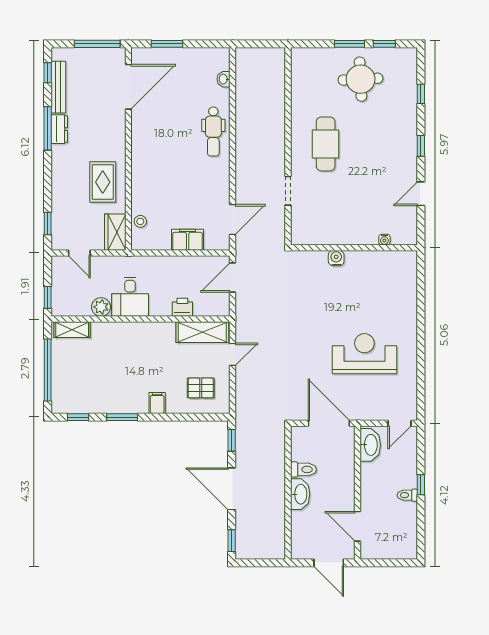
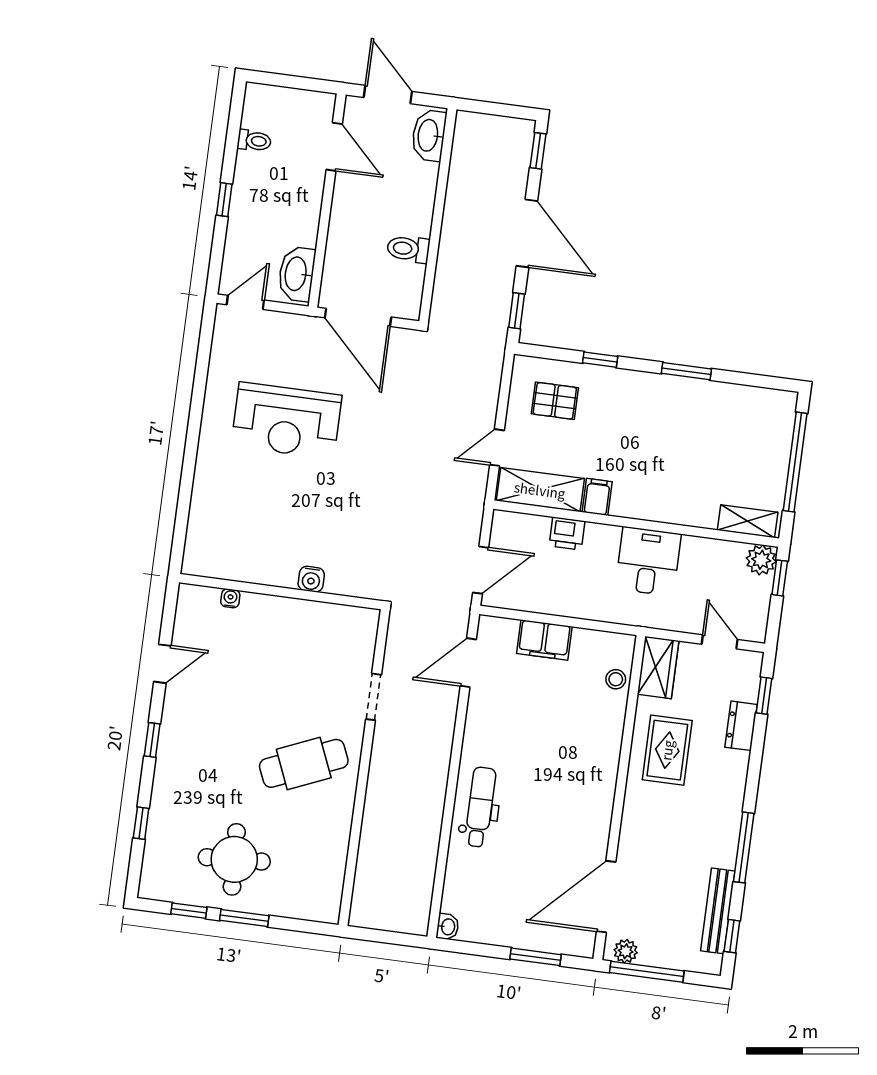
plant: (112, 55) -> (626, 951), added
washbasin: (224, 79) -> (448, 927), moved
dresser: (59, 129) -> (741, 726), moved
cafe table: (326, 144) -> (304, 763), turned 67
plant: (101, 307) -> (761, 560), moved
filing cabinet: (157, 403) -> (597, 497), moved, turned 180
window: (78, 417) -> (600, 360), moved
washbasin: (300, 494) -> (429, 135), moved
toilet: (407, 495) -> (254, 141), moved

